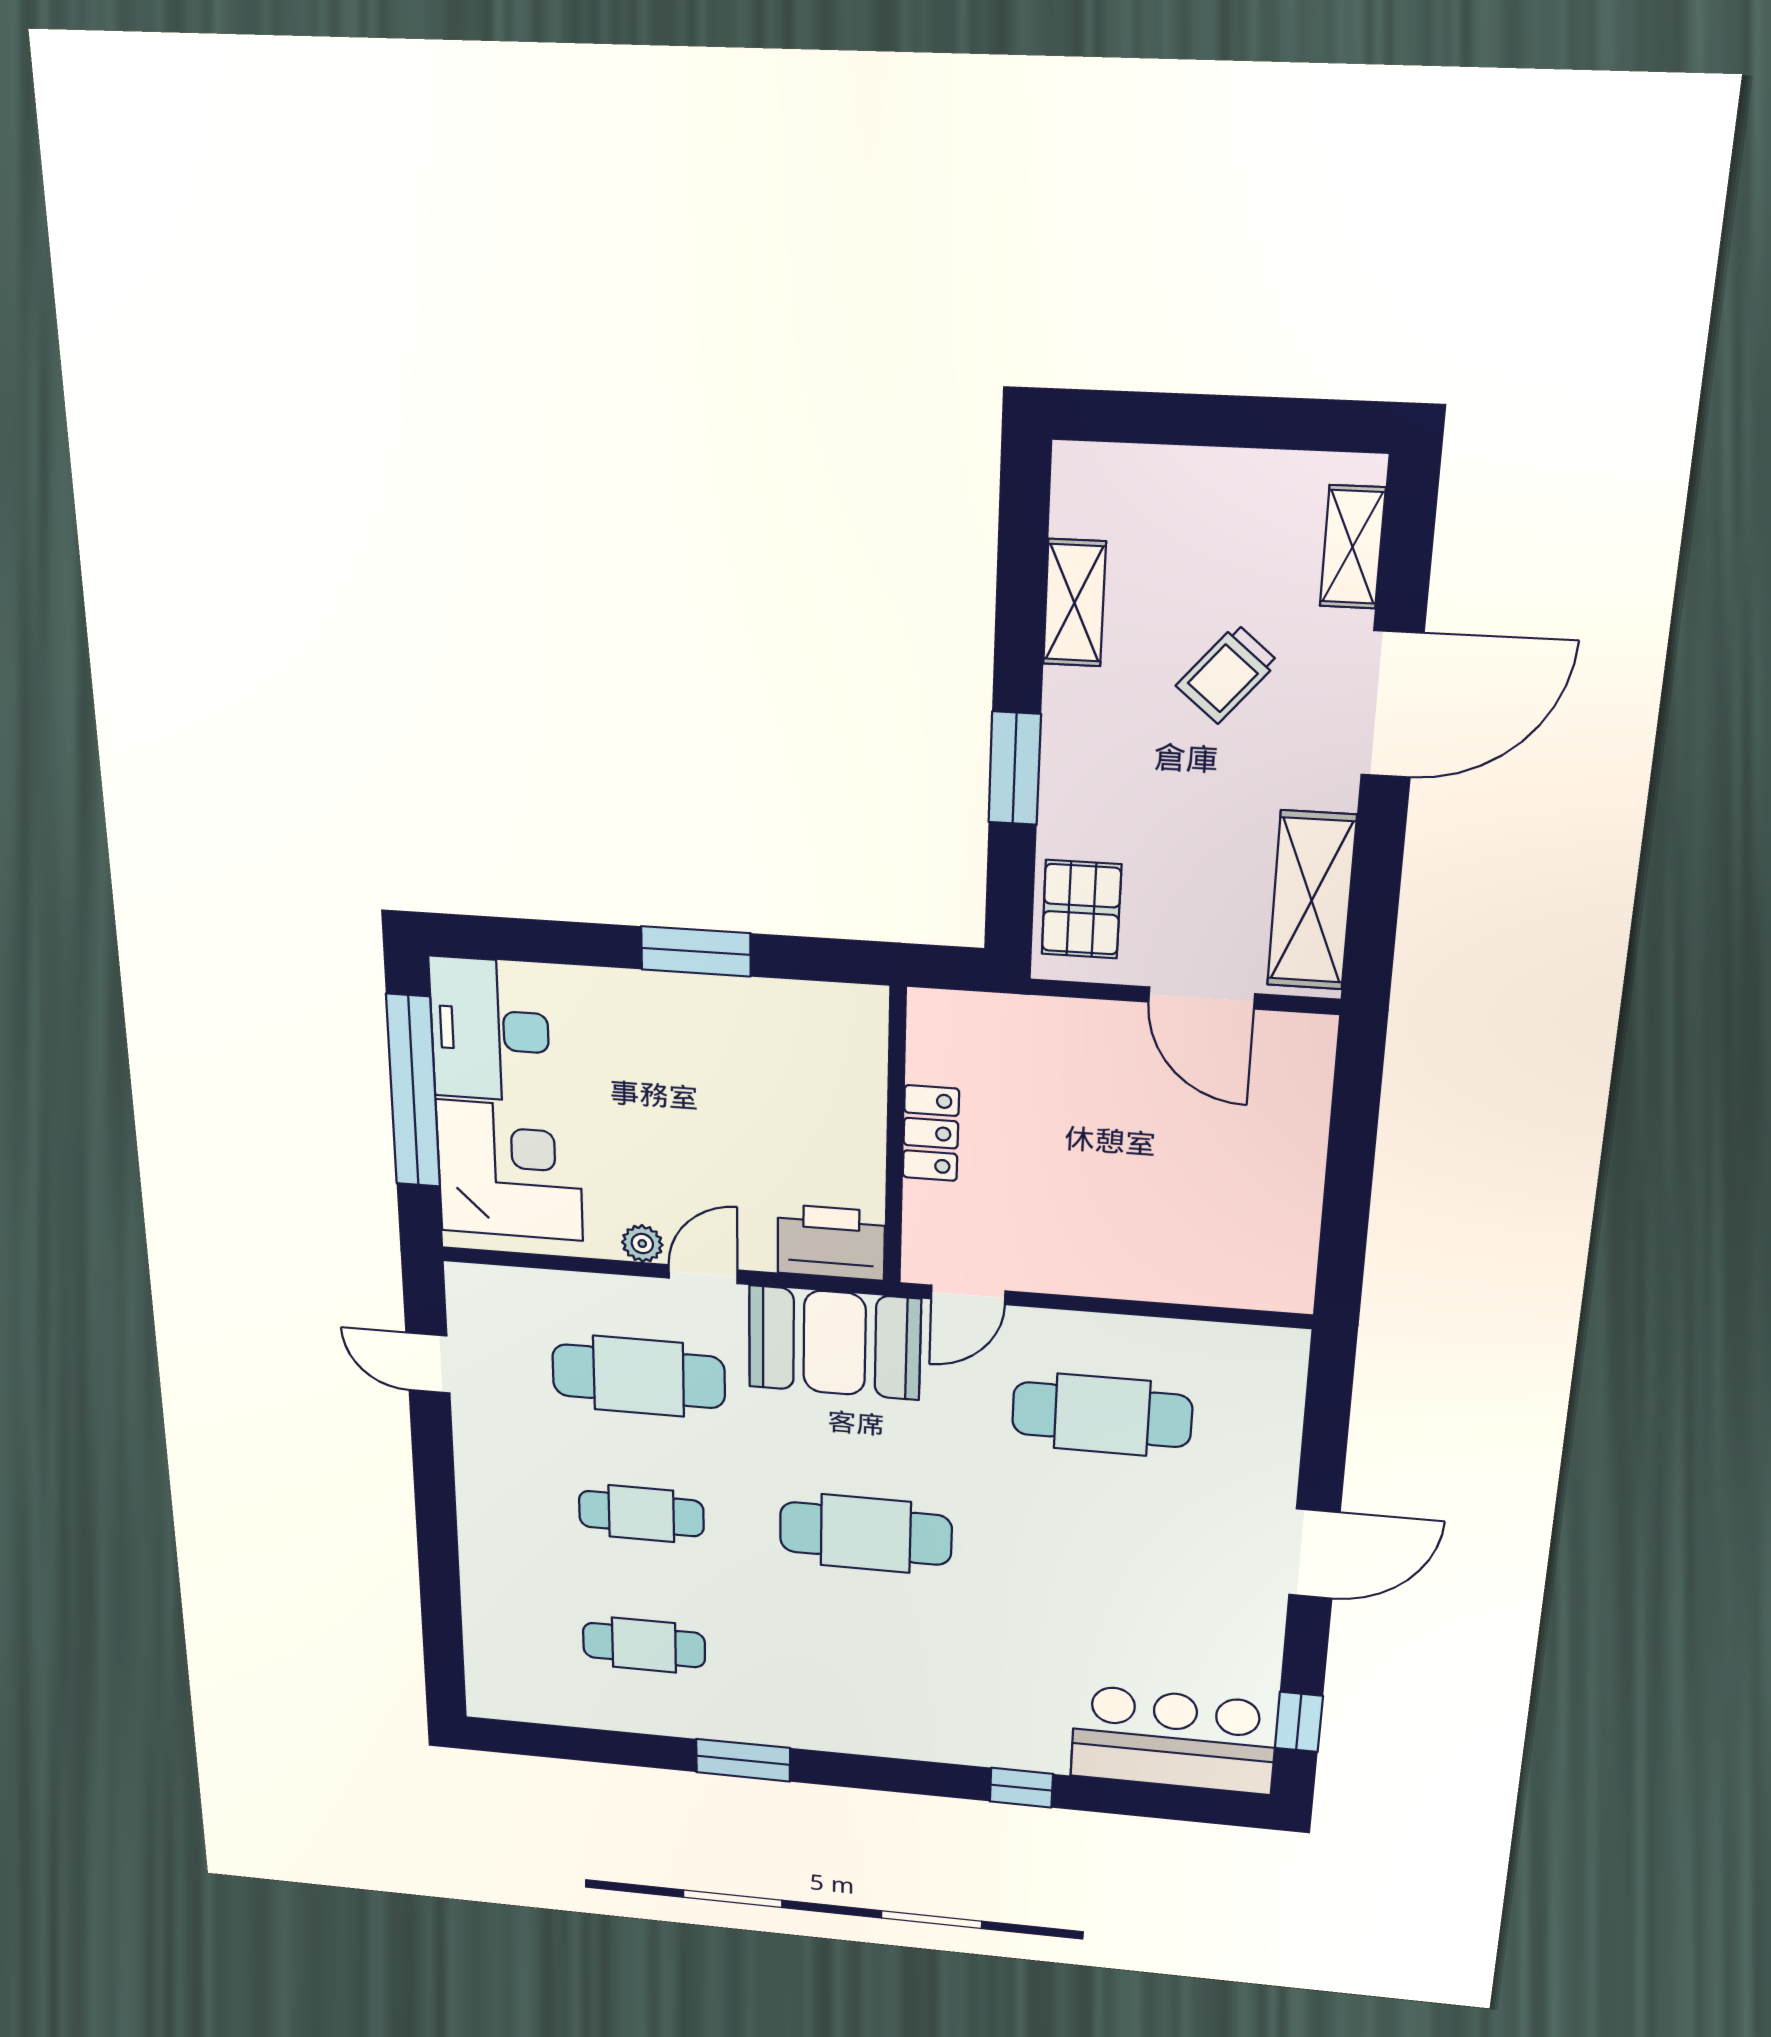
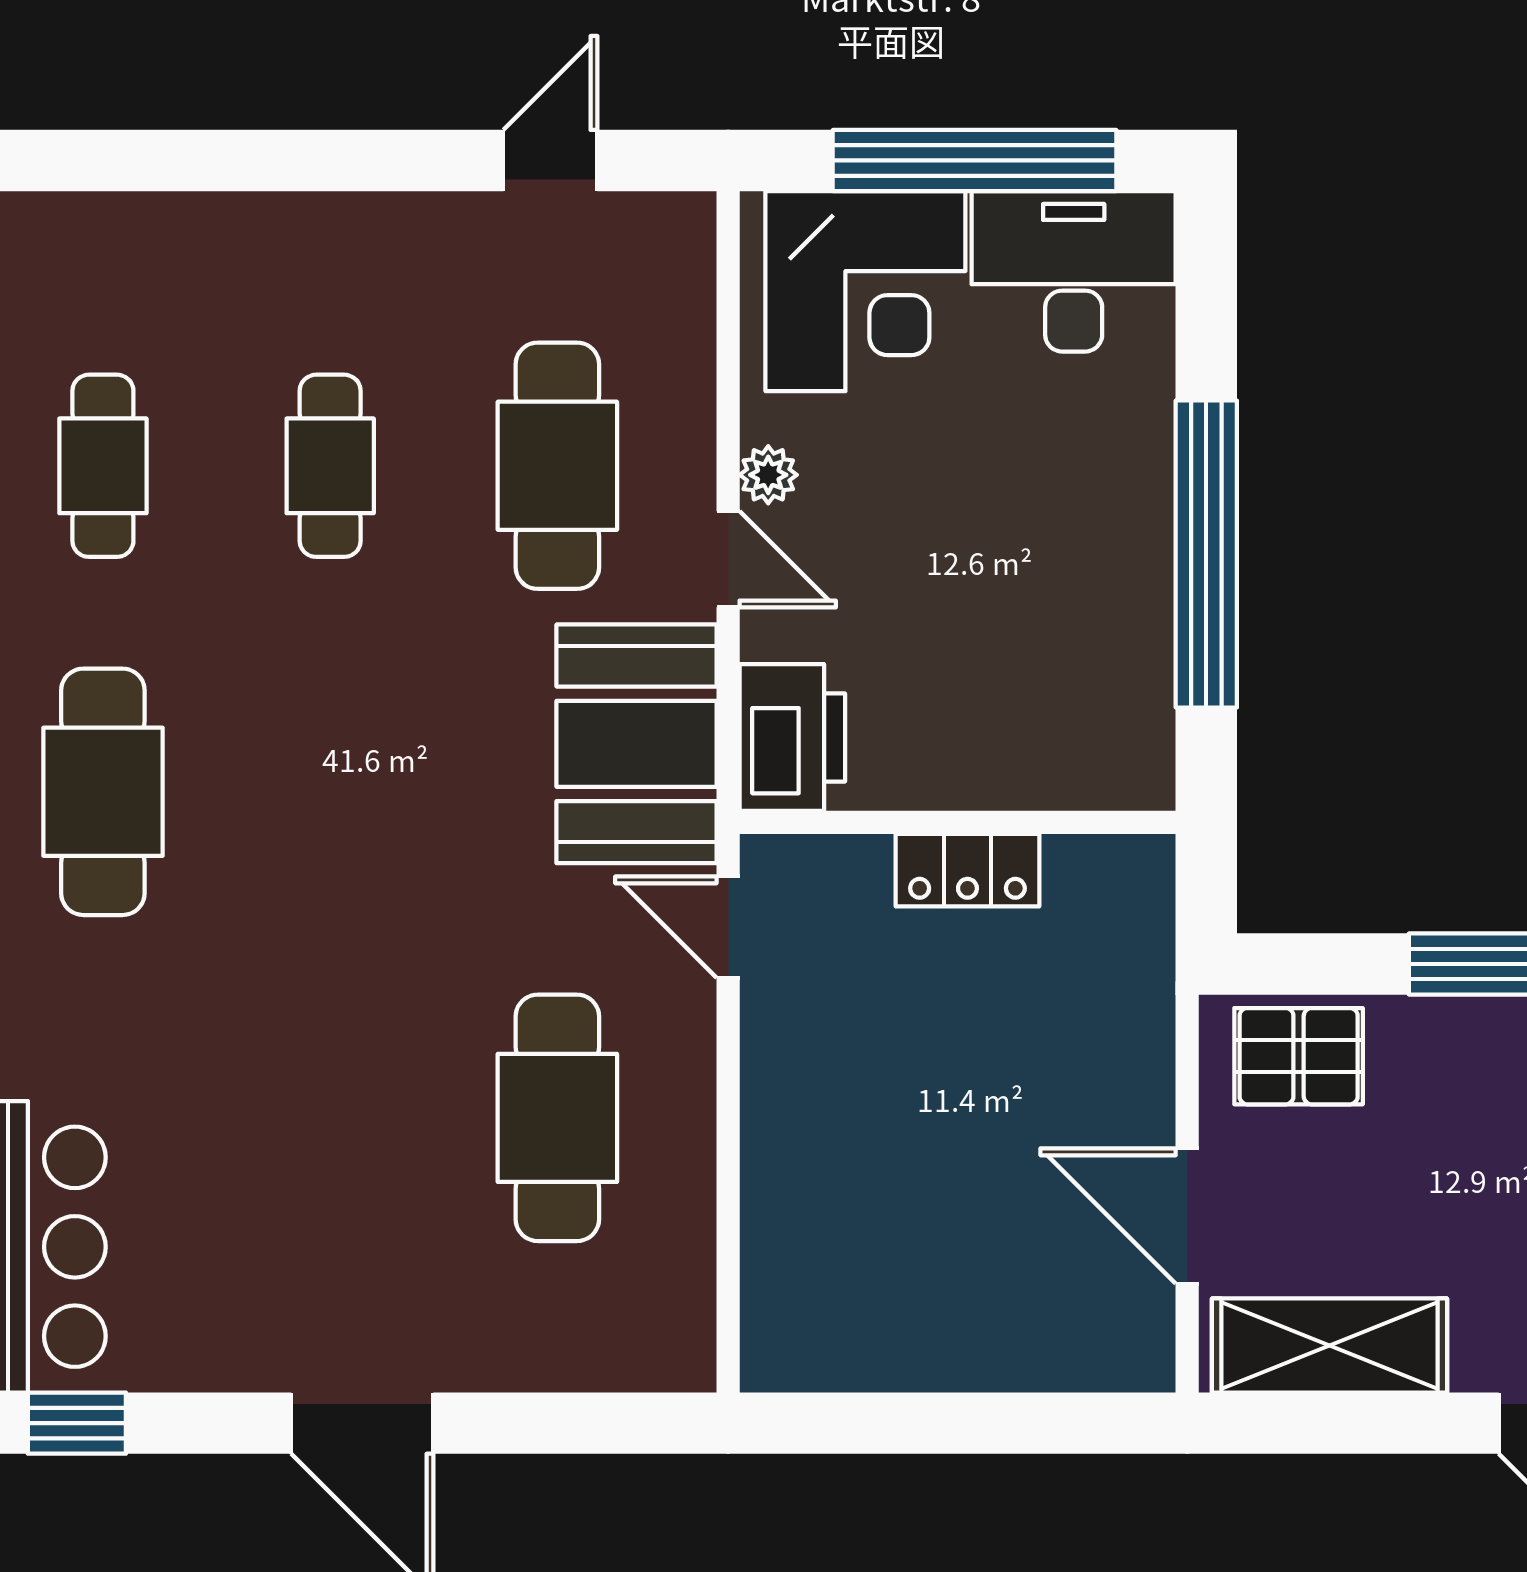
window: (696, 951) -> (1206, 554), width x2.11
door: (1202, 998) -> (1187, 1216), hinge flipped
cafe table: (866, 1534) -> (103, 792), moved

